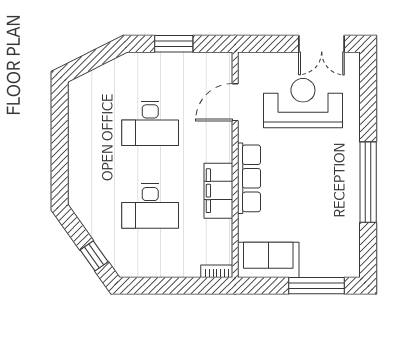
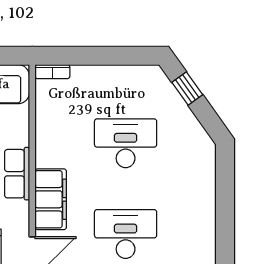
row of seats: (249, 178) -> (17, 174), width x0.68
filing cabinet: (218, 191) -> (51, 199), moved

